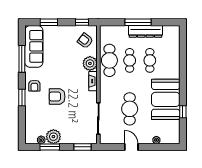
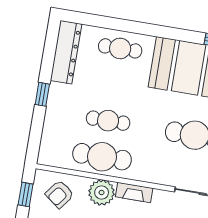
window: (138, 22) -> (42, 94), width x0.46
dresser: (145, 31) -> (66, 52), moved
cafe table: (150, 60) -> (120, 48), moved

